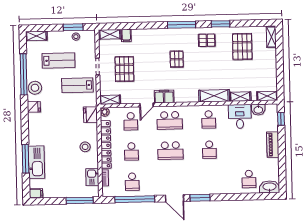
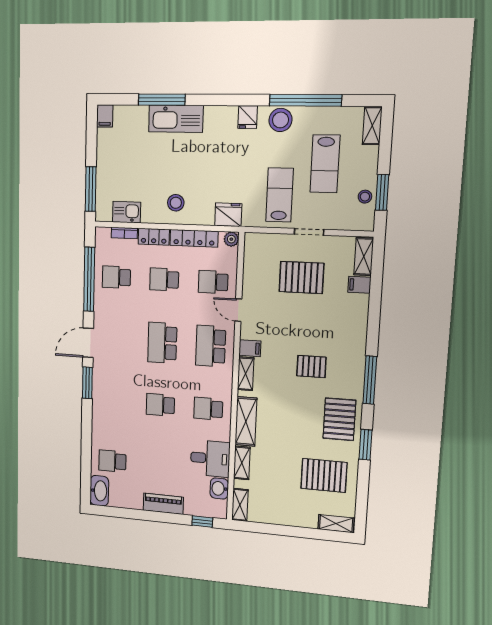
pallet: (207, 40) -> (339, 419), width x1.50, depth x1.42
filing cabinet: (164, 97) -> (250, 348), width x0.50
shelving: (110, 100) -> (246, 374), moved
kitchen sink: (37, 162) -> (176, 119), moved

